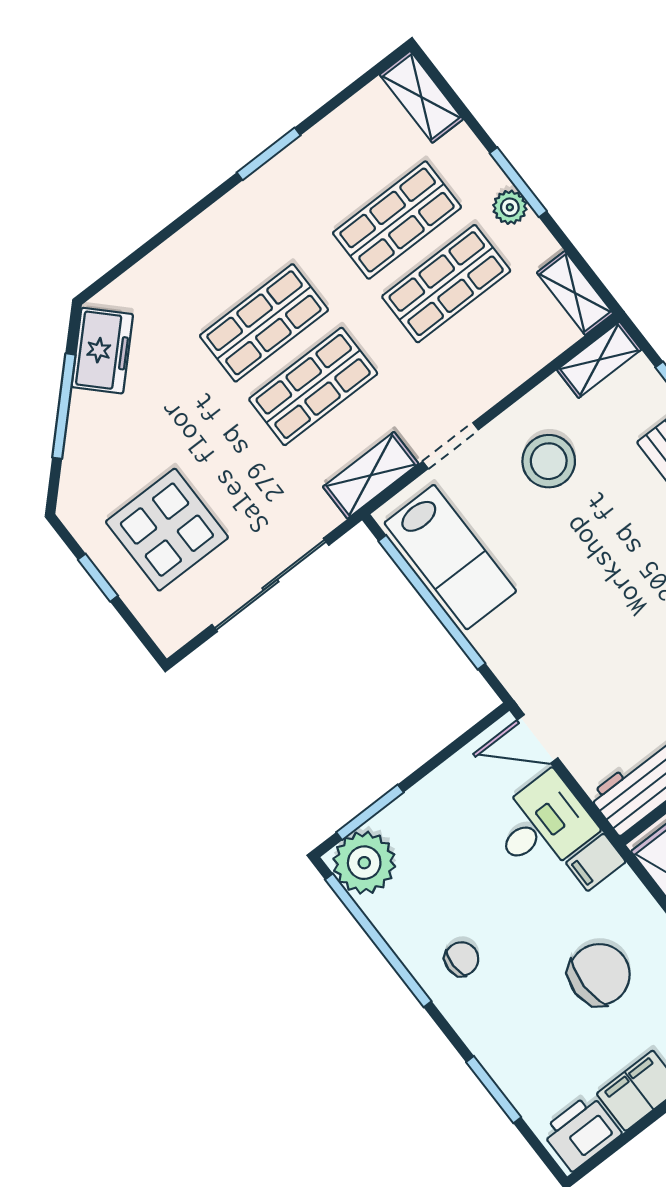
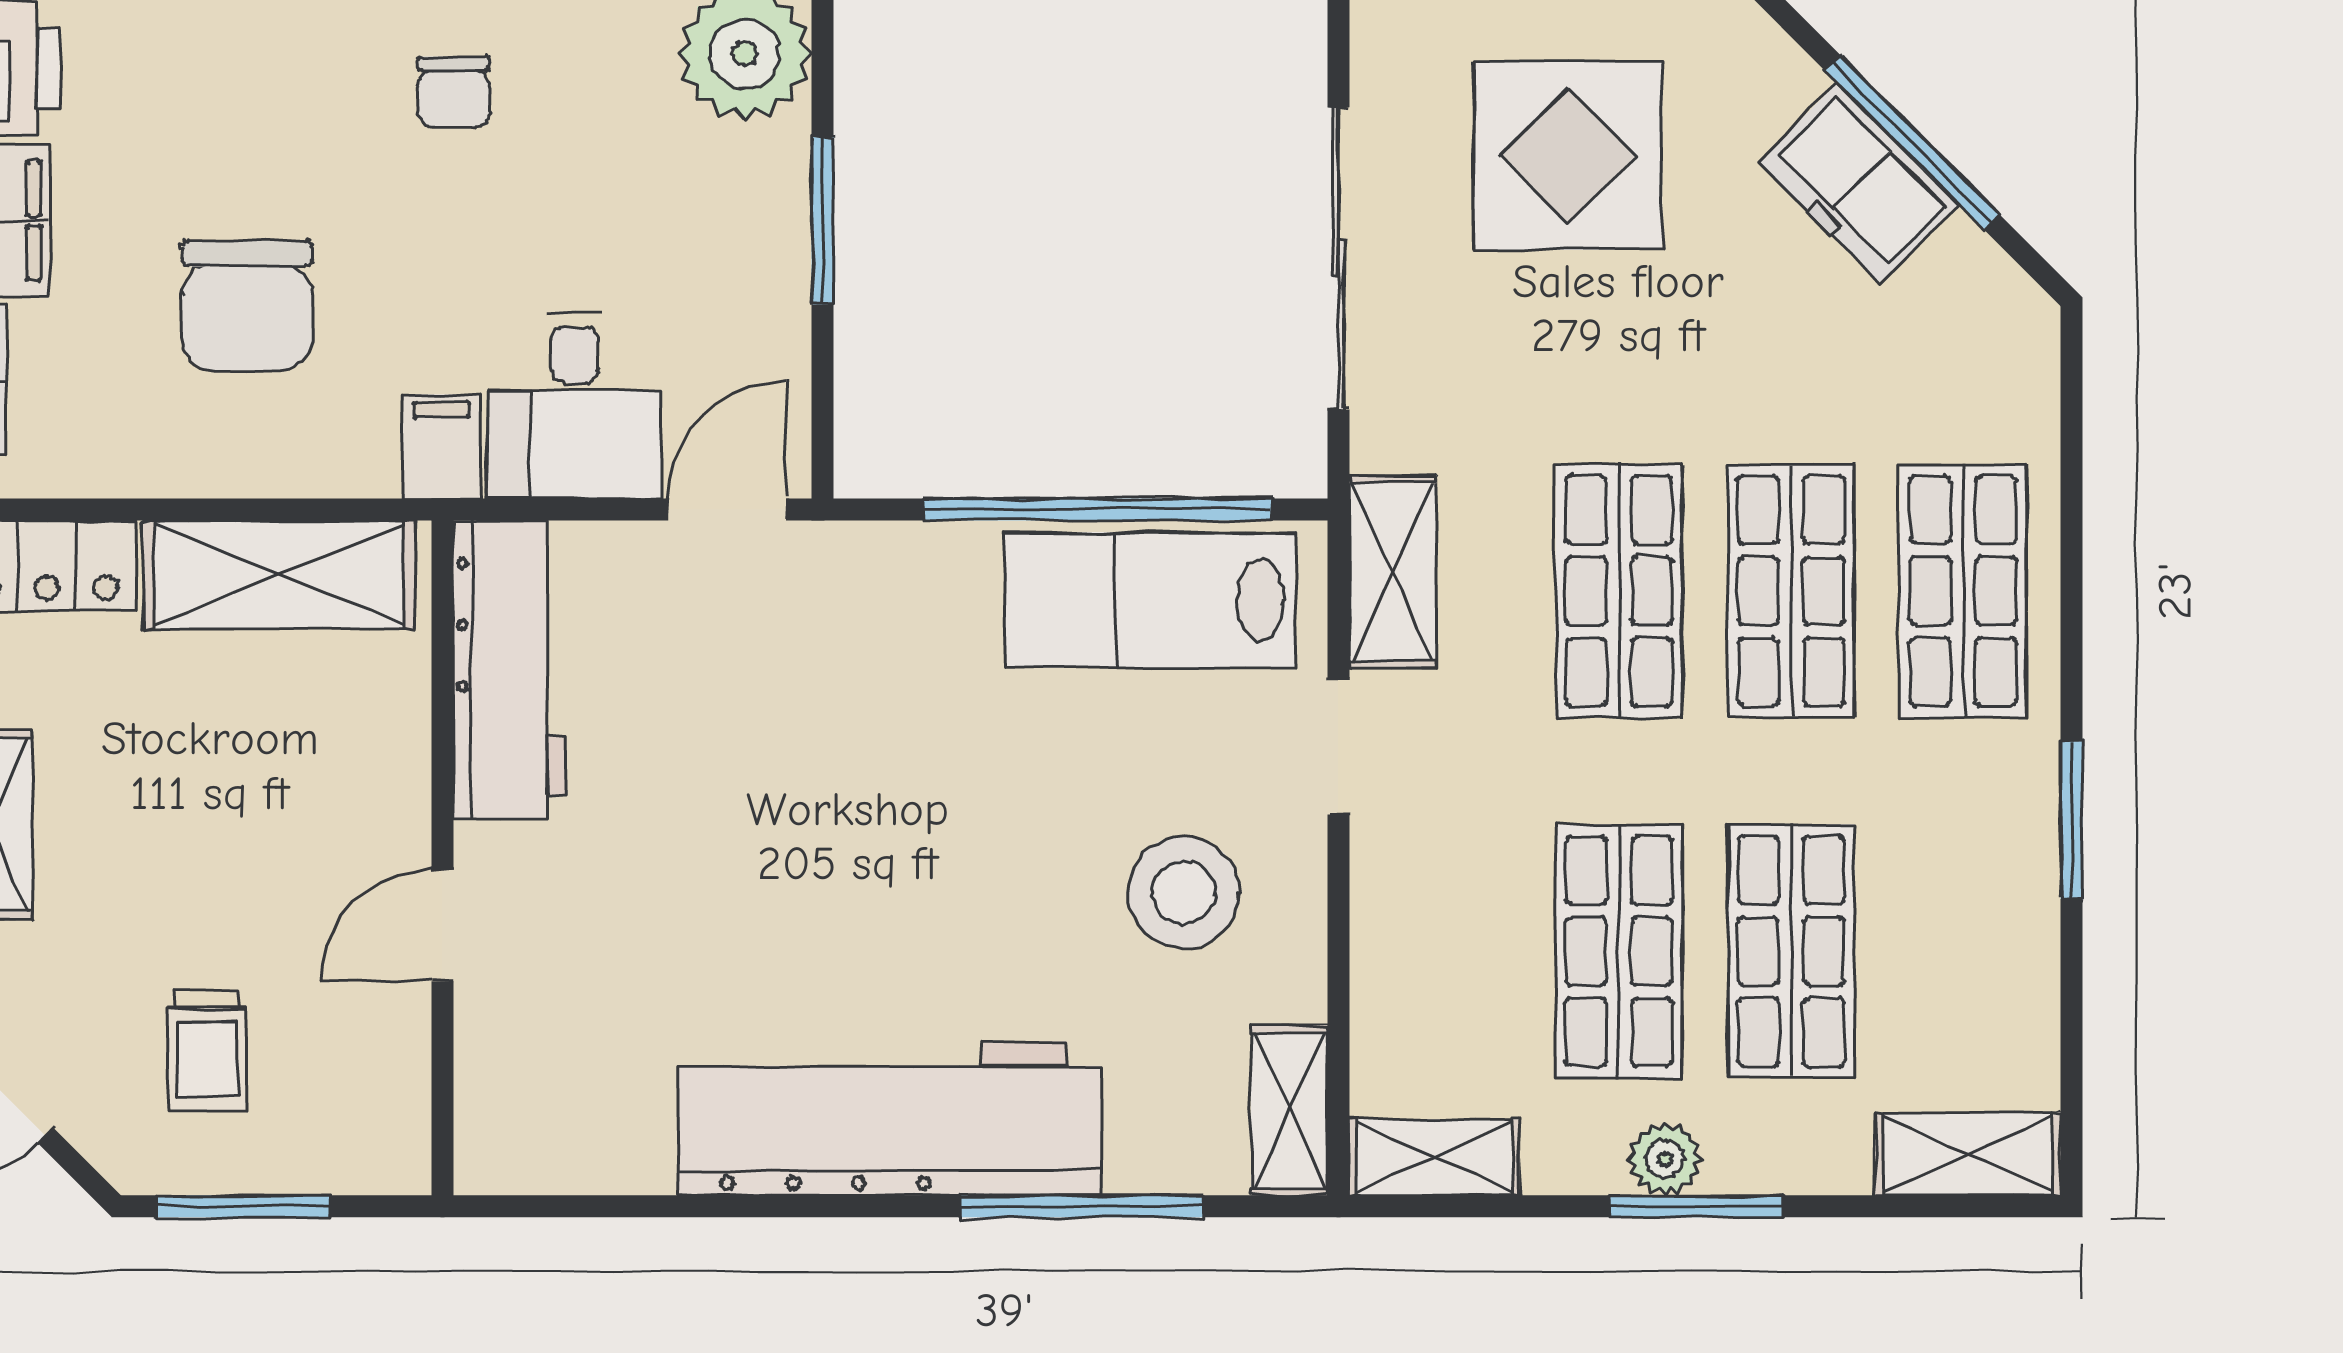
shop shelf: (215, 259) -> (1963, 591), added
freezer: (102, 351) -> (1859, 183), moved
window: (370, 812) -> (823, 221), moved

